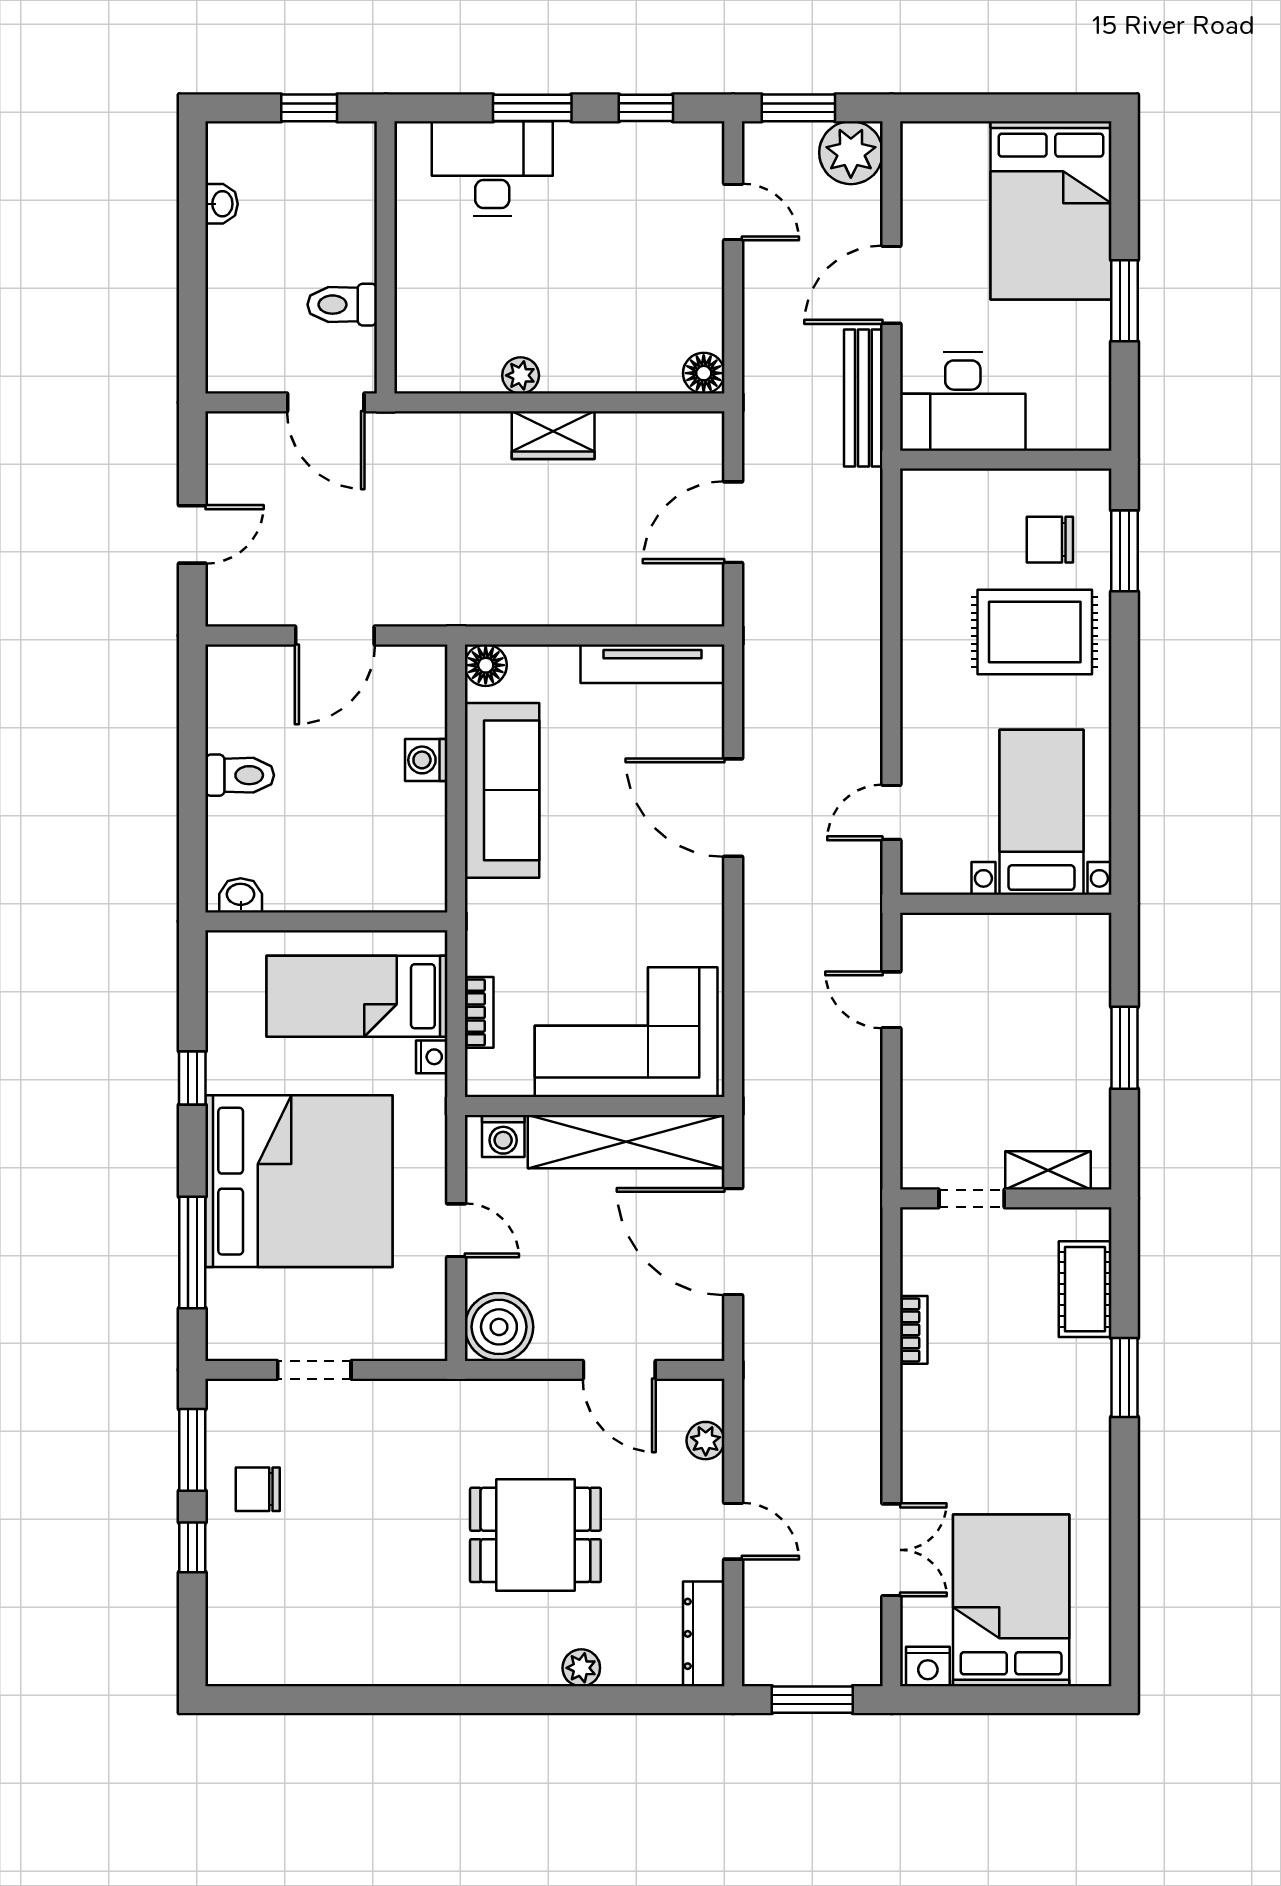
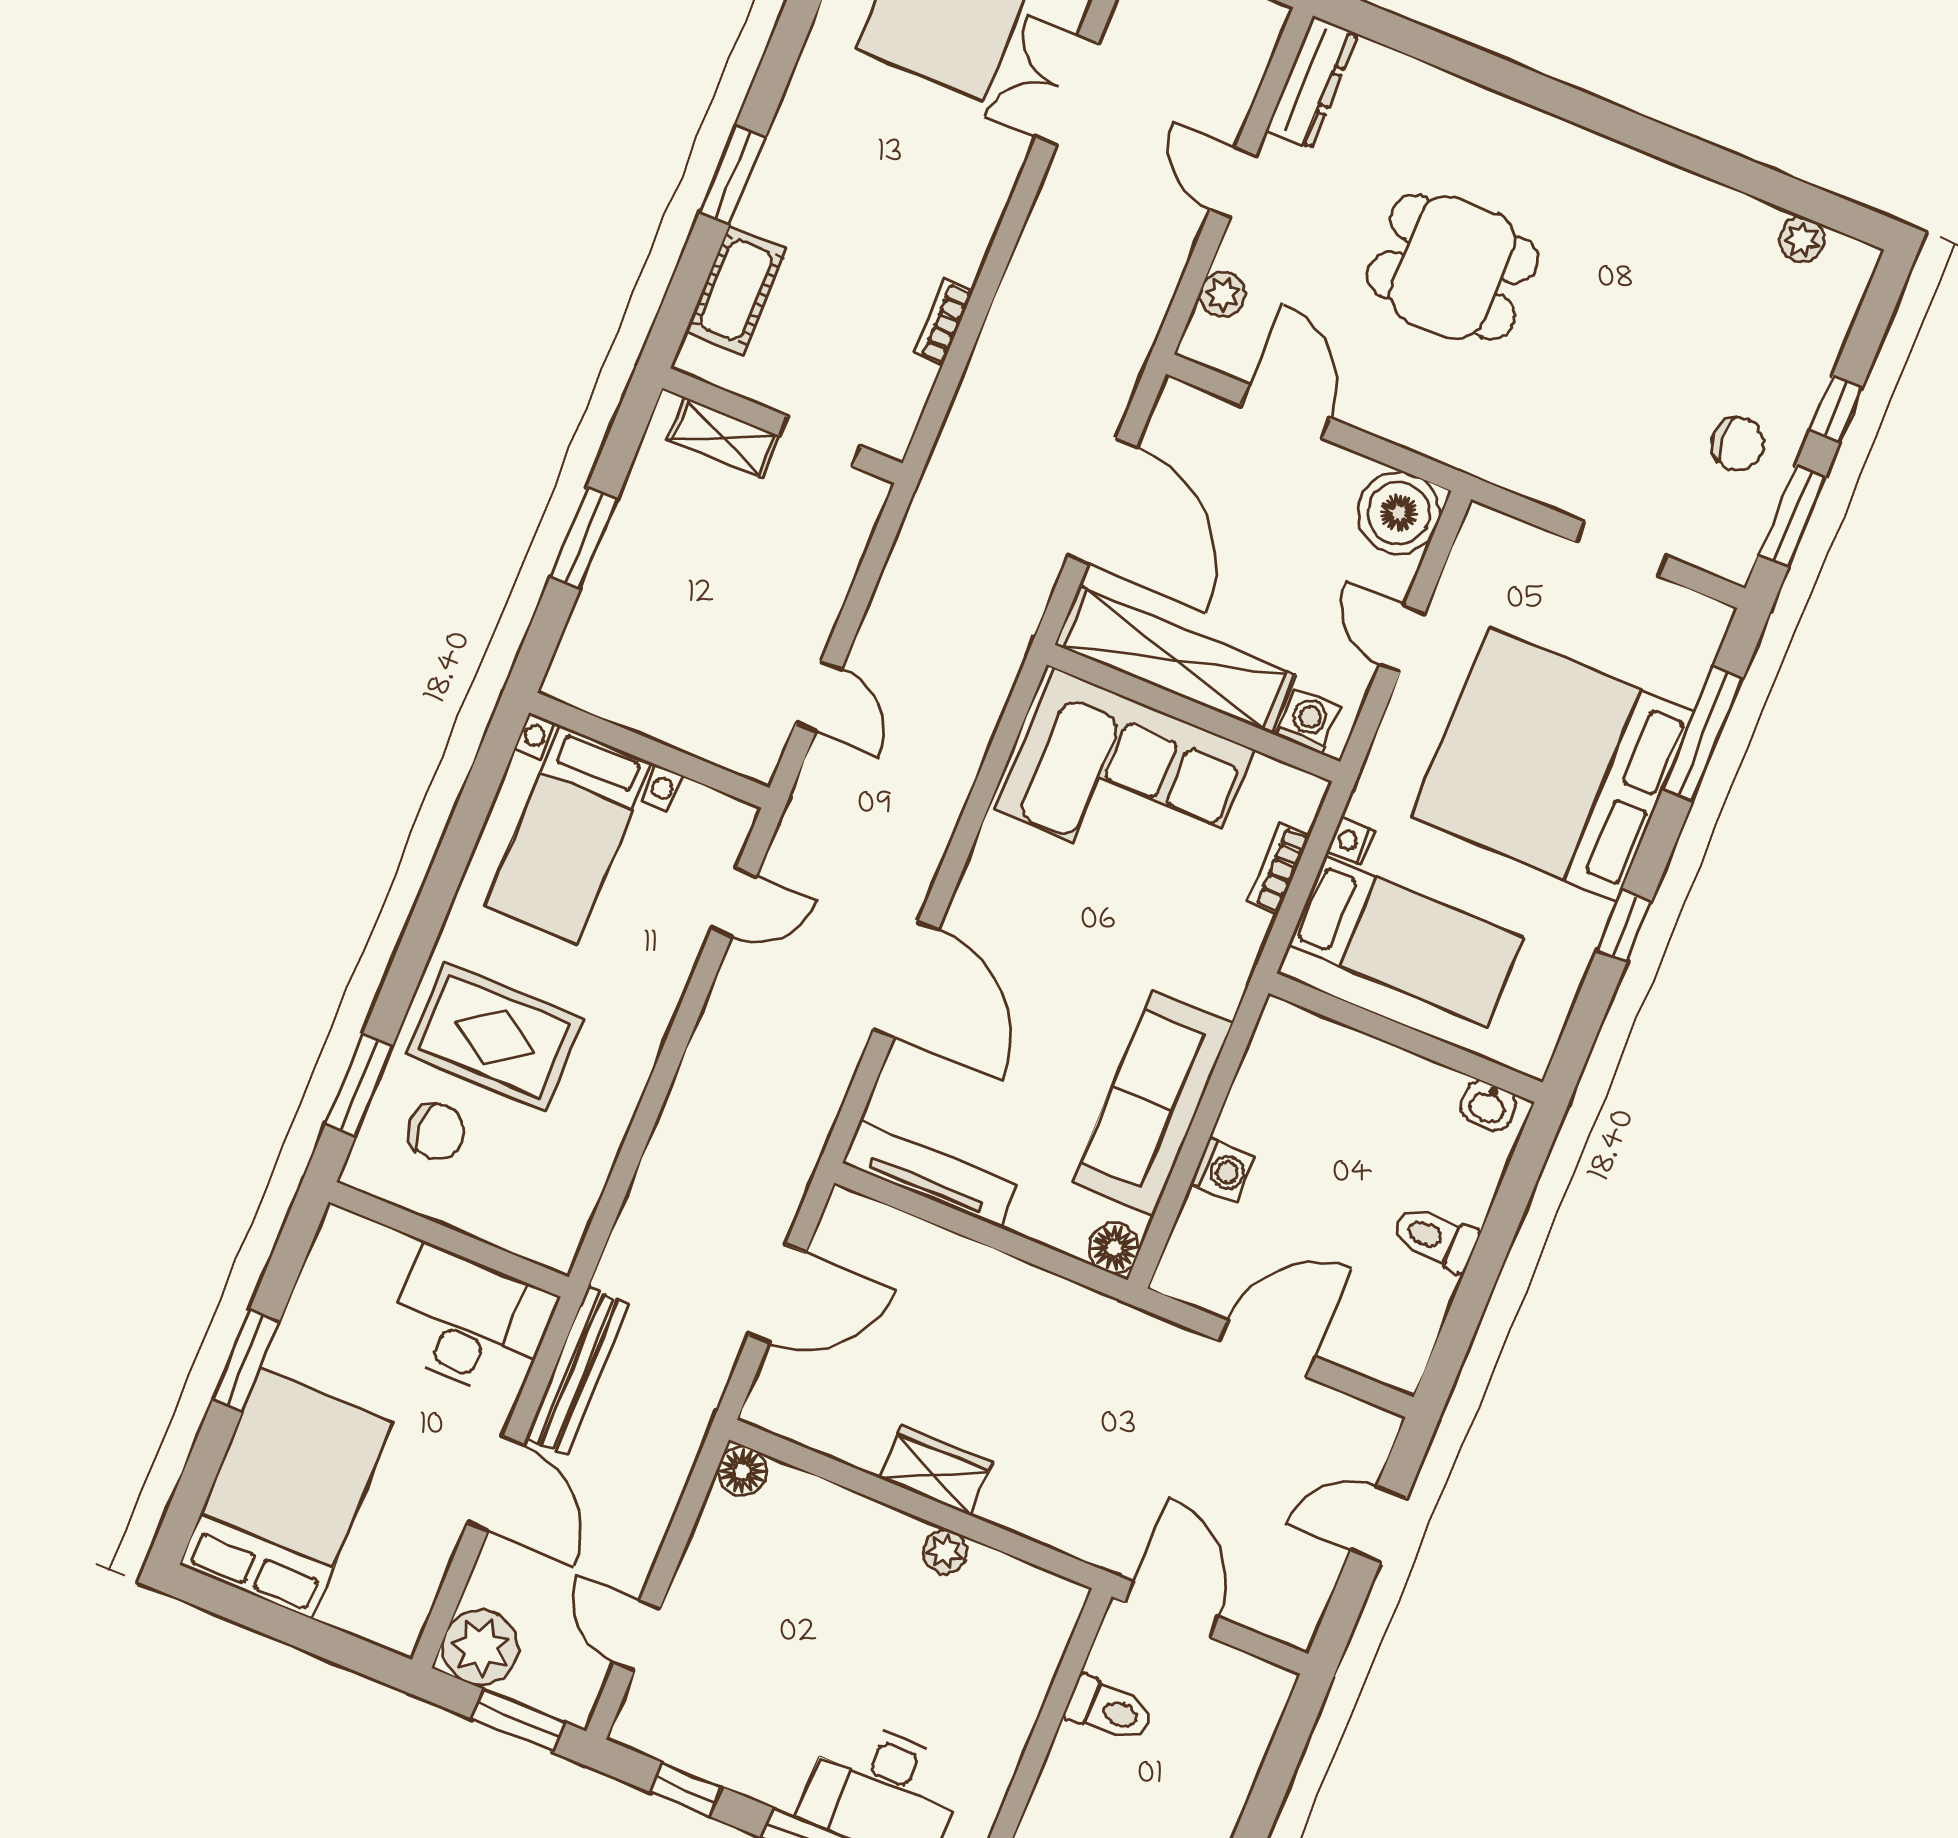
door: (891, 285) -> (496, 1484), hinge flipped
plant: (581, 1668) -> (1802, 240), moved

